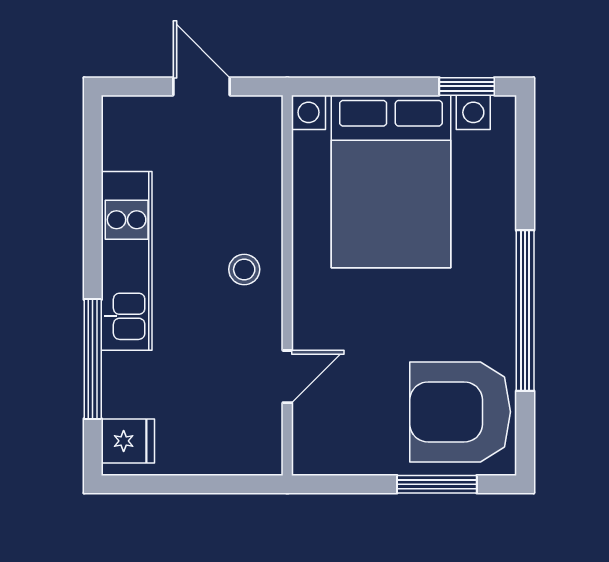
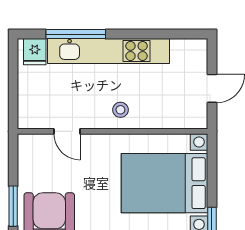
kitchen unit: (127, 261) -> (109, 51), width x1.36

